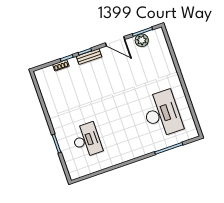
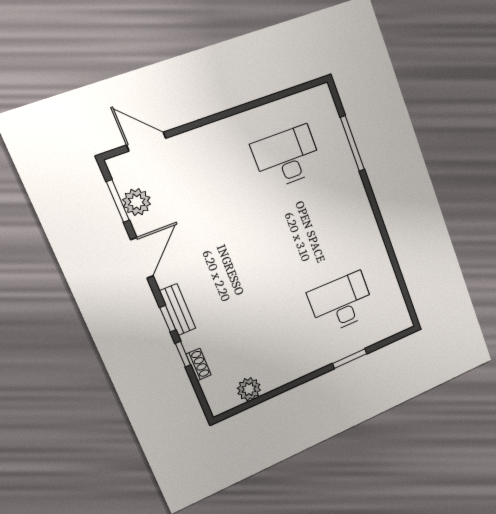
door: (170, 46) -> (146, 142), added
plant: (46, 90) -> (249, 389), added
desk: (162, 114) -> (287, 157), width x0.73, depth x0.77

